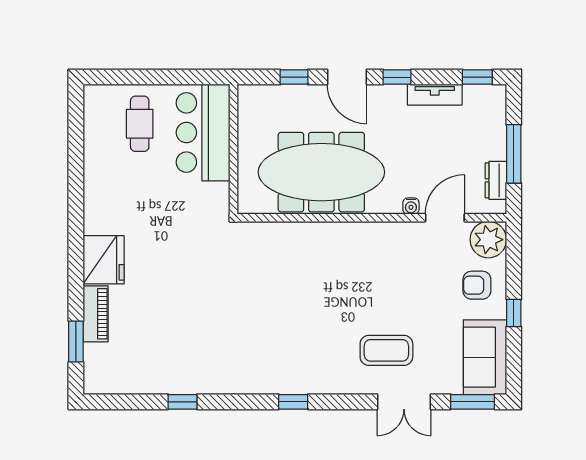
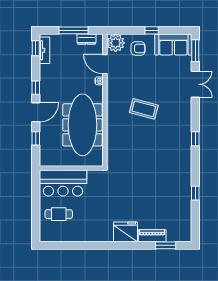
tv unit: (435, 95) -> (44, 50), moved
armchair: (477, 285) -> (138, 48), turned -90
coffee table: (386, 350) -> (144, 109), moved, turned -75

